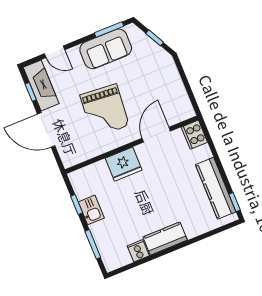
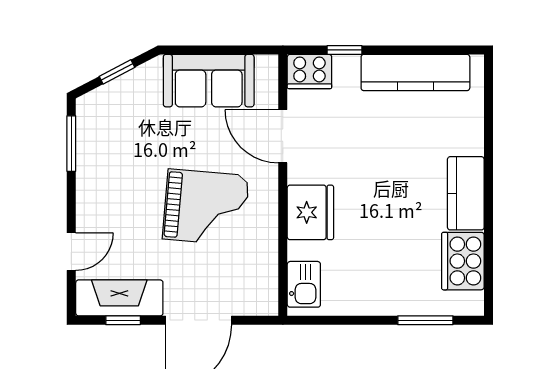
sofa: (106, 49) -> (209, 81), moved, turned 90
window: (235, 202) -> (345, 50), moved
window: (77, 204) -> (346, 320), removed
kitchen sink: (91, 210) -> (304, 284), moved, turned 90
cooker: (138, 251) -> (463, 261), width x1.87, depth x1.31

